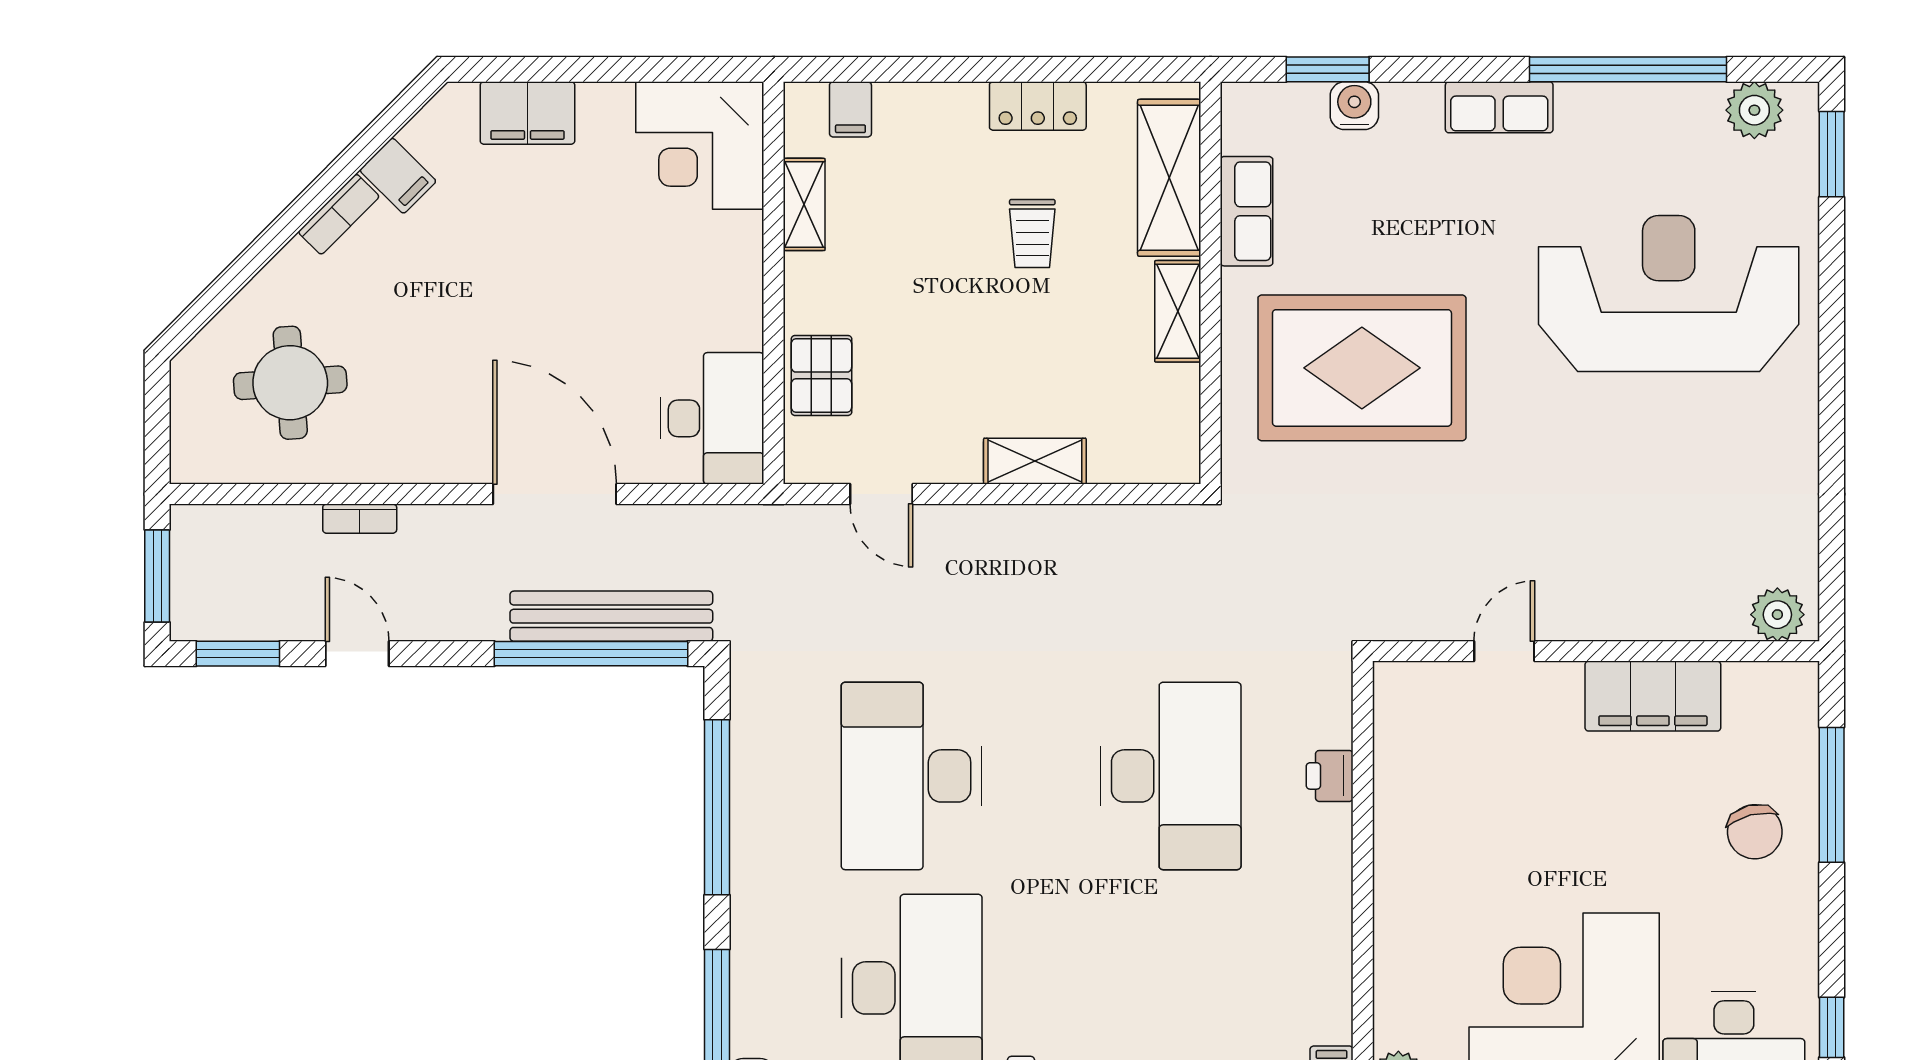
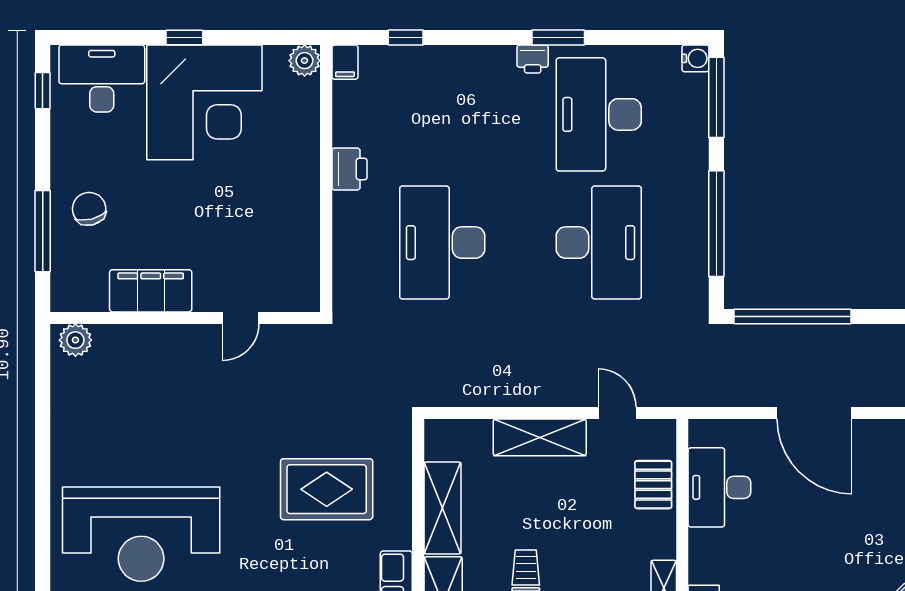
shelving: (1178, 311) -> (442, 508), width x1.50, depth x1.33
rug: (1362, 368) -> (327, 489), width x0.73, depth x0.69
desk: (712, 418) -> (719, 487), moved
shelving: (1035, 461) -> (540, 437), width x1.50, depth x1.33
bench: (611, 616) -> (780, 339), removed
printer: (1330, 776) -> (349, 169), moved, width x1.36, depth x1.24

